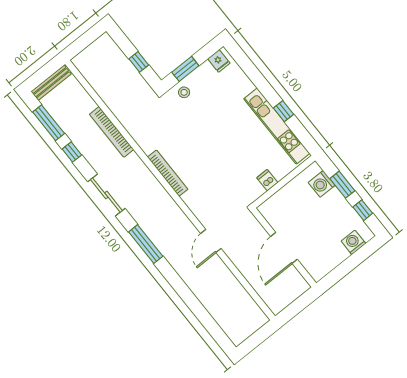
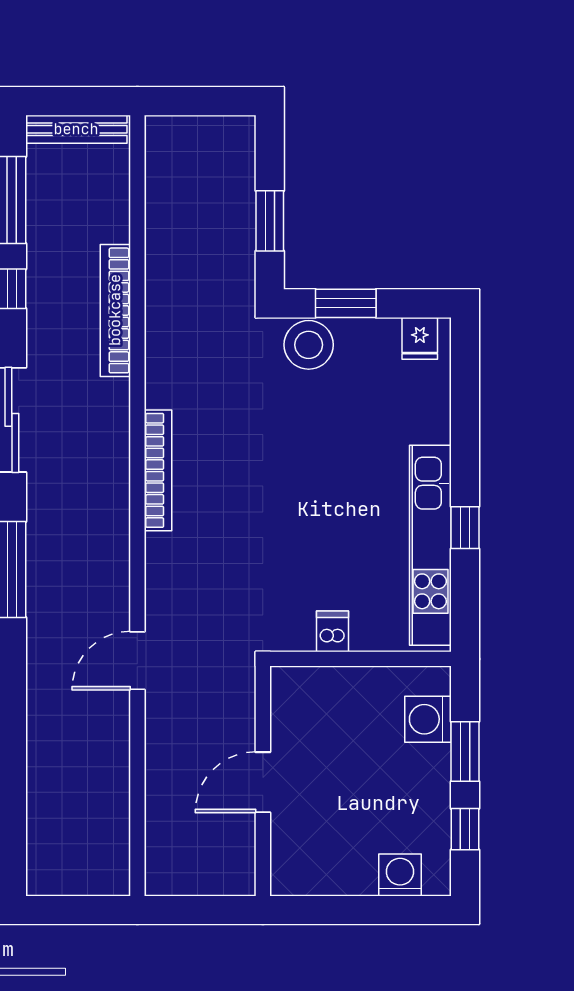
window: (139, 62) -> (270, 221), width x1.50
stool: (184, 92) -> (309, 345), width x1.89, depth x1.89
door: (284, 248) -> (263, 782), width x0.73

